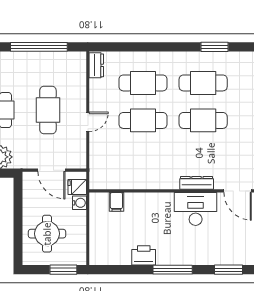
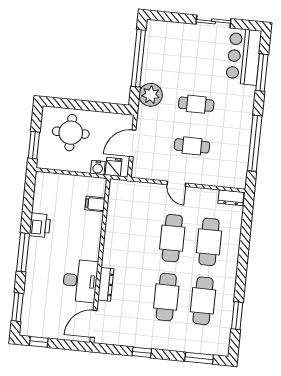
cafe table: (48, 110) -> (192, 146), width x0.73, depth x0.74

